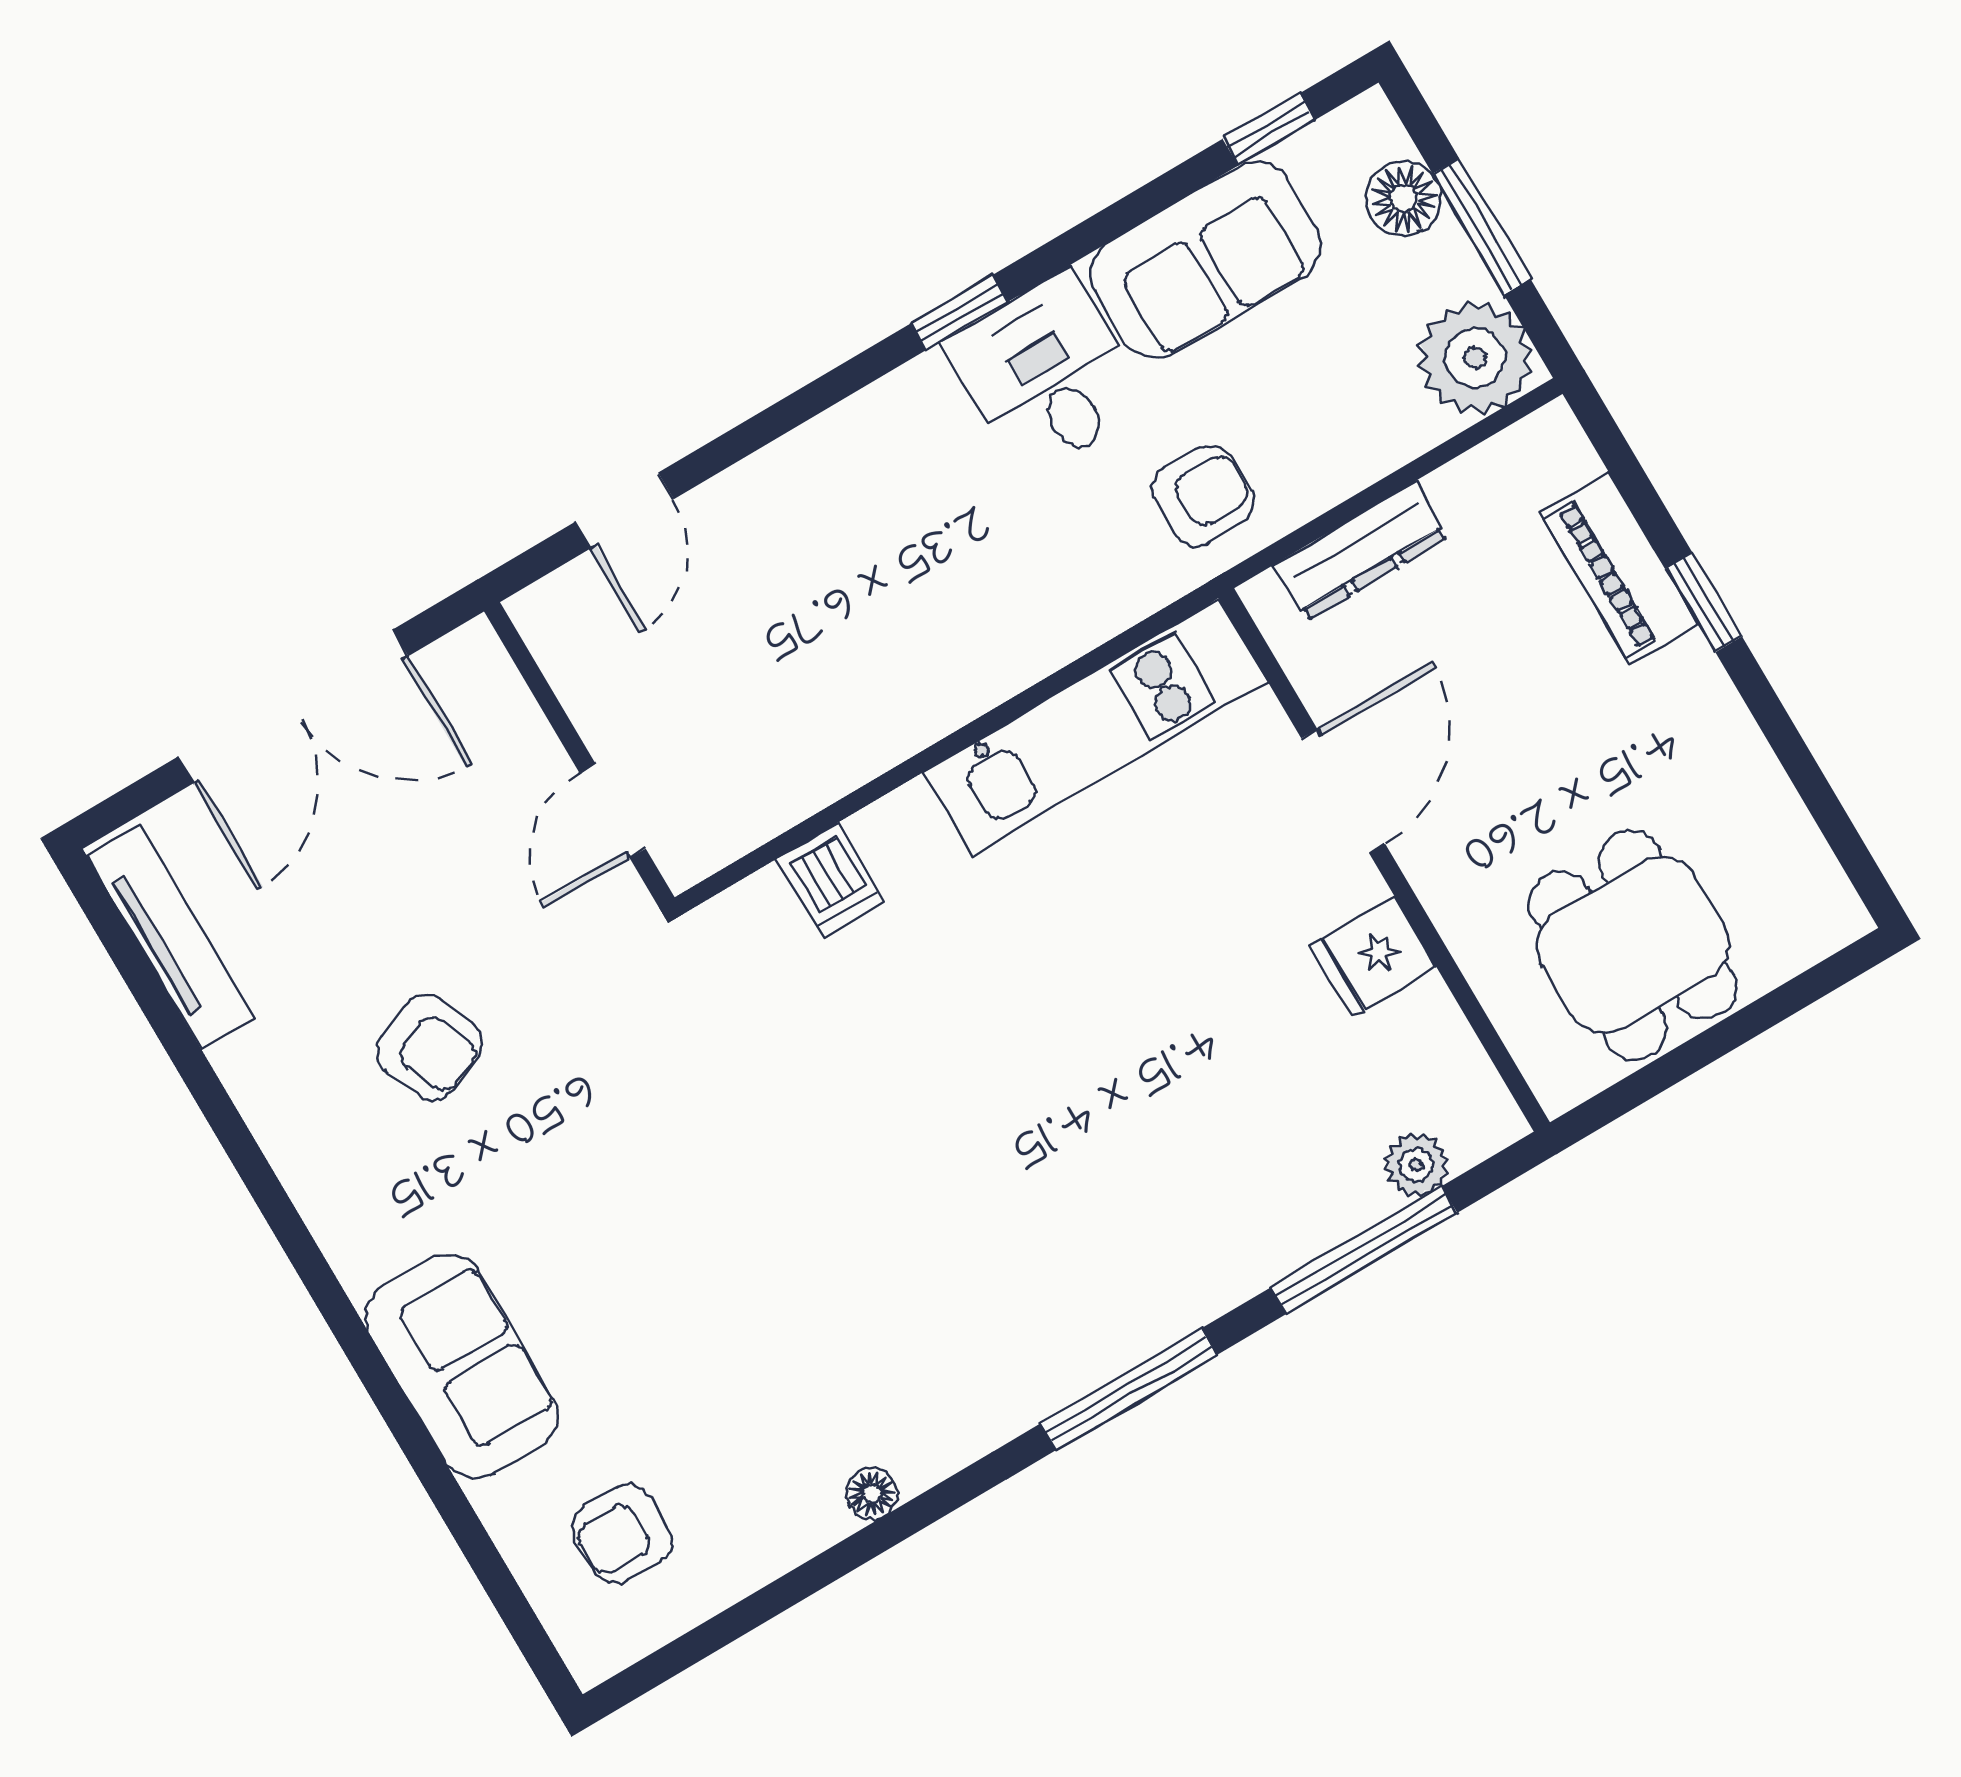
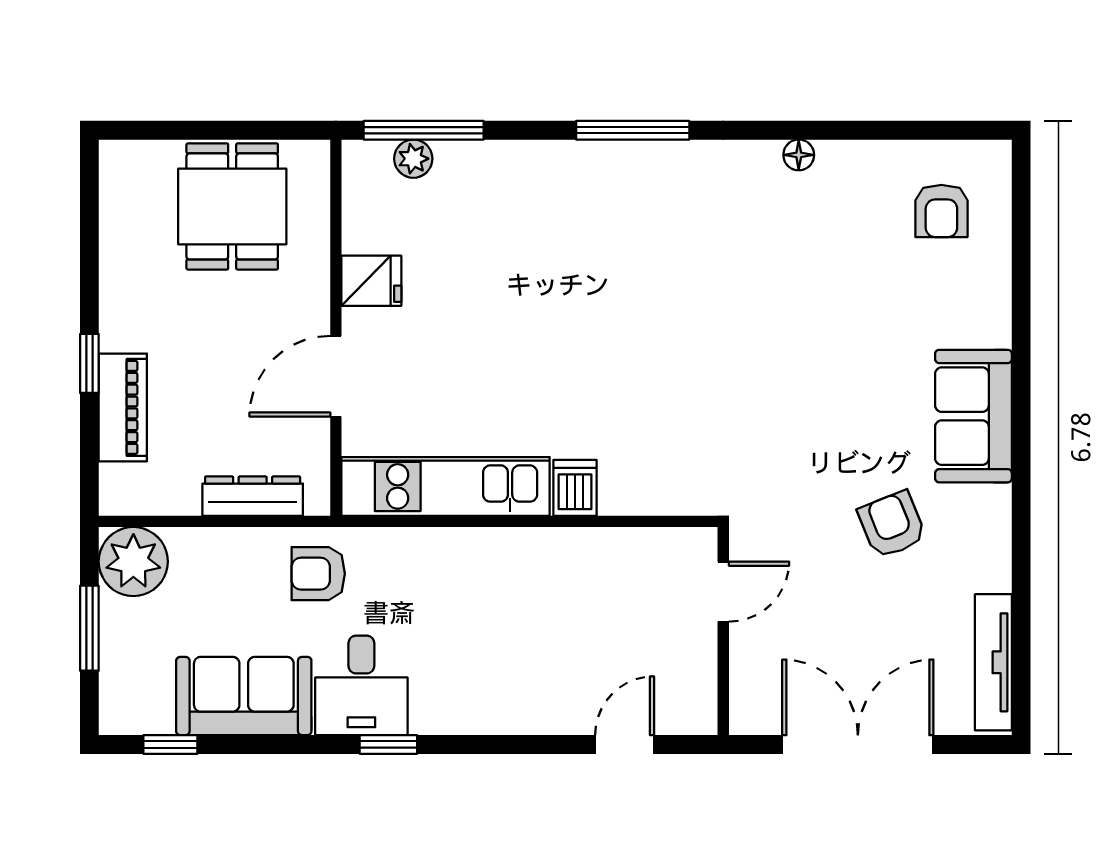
floor lamp: (1404, 199) -> (121, 667), removed
dishwasher: (831, 880) -> (575, 488), moved
window: (1364, 1250) -> (424, 130), moved
sofa: (462, 1366) -> (973, 416), moved
armchair: (622, 1534) -> (941, 211), turned 90

